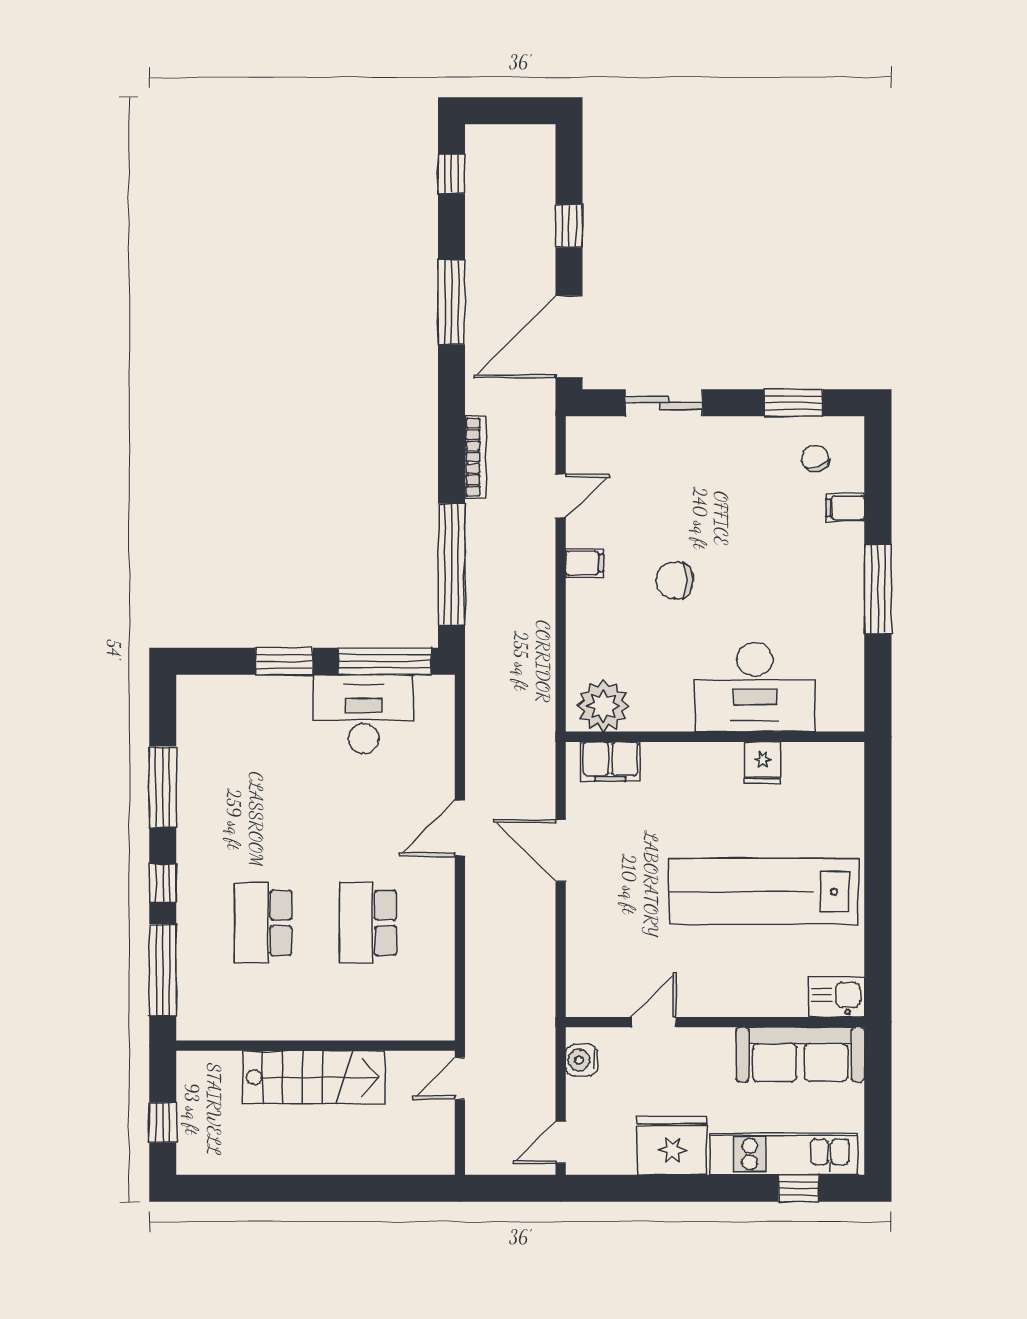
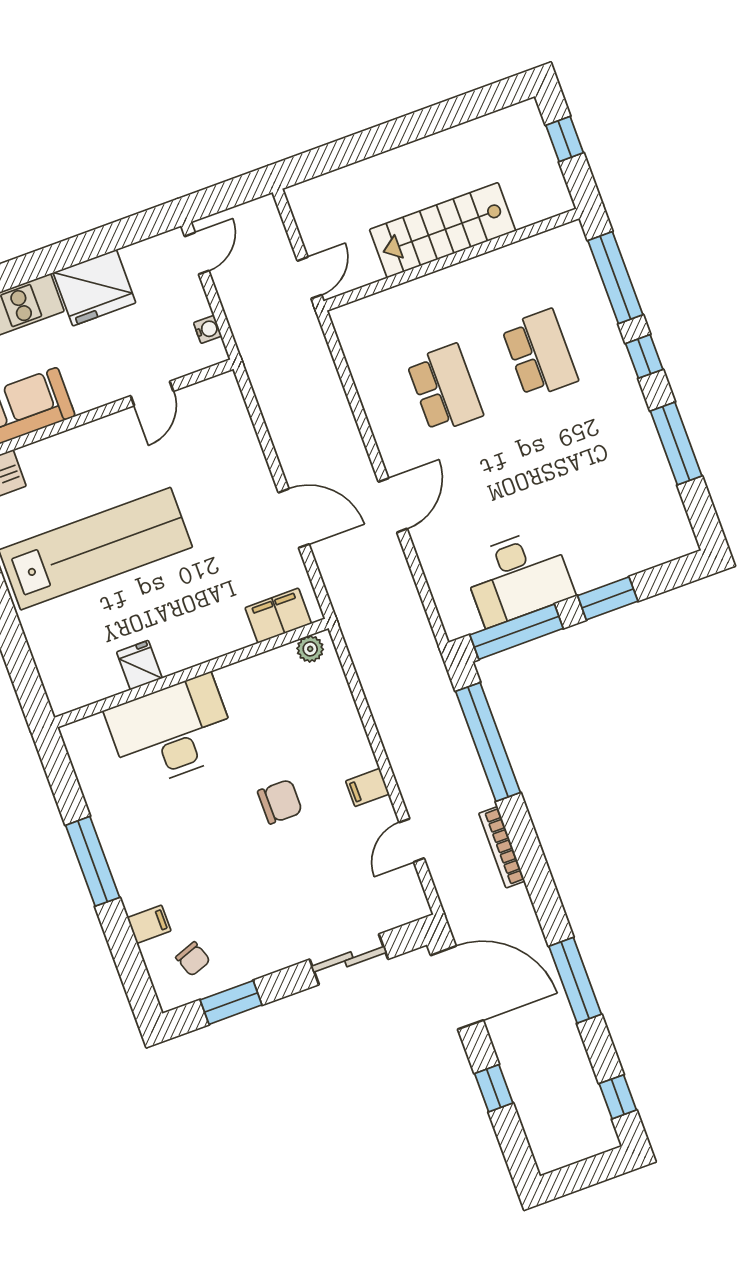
door: (569, 337) -> (457, 988), hinge flipped
plant: (603, 706) -> (310, 649), width x0.53, depth x0.53
water cooler: (582, 1060) -> (208, 329), width x0.72, depth x0.72

